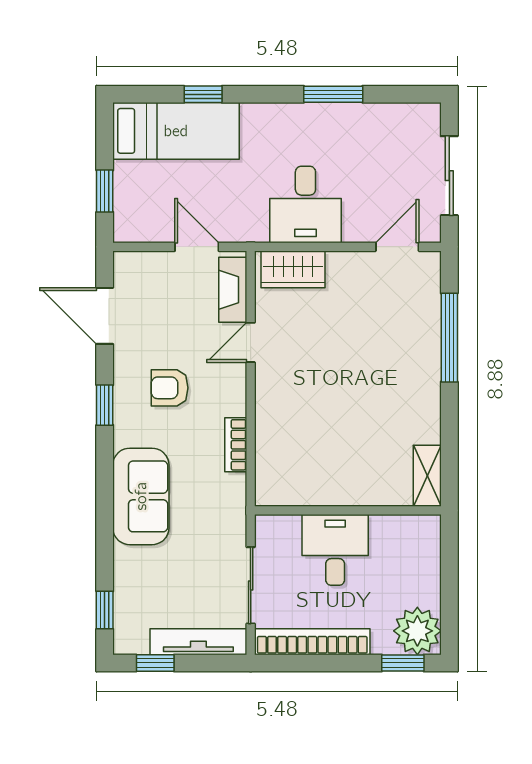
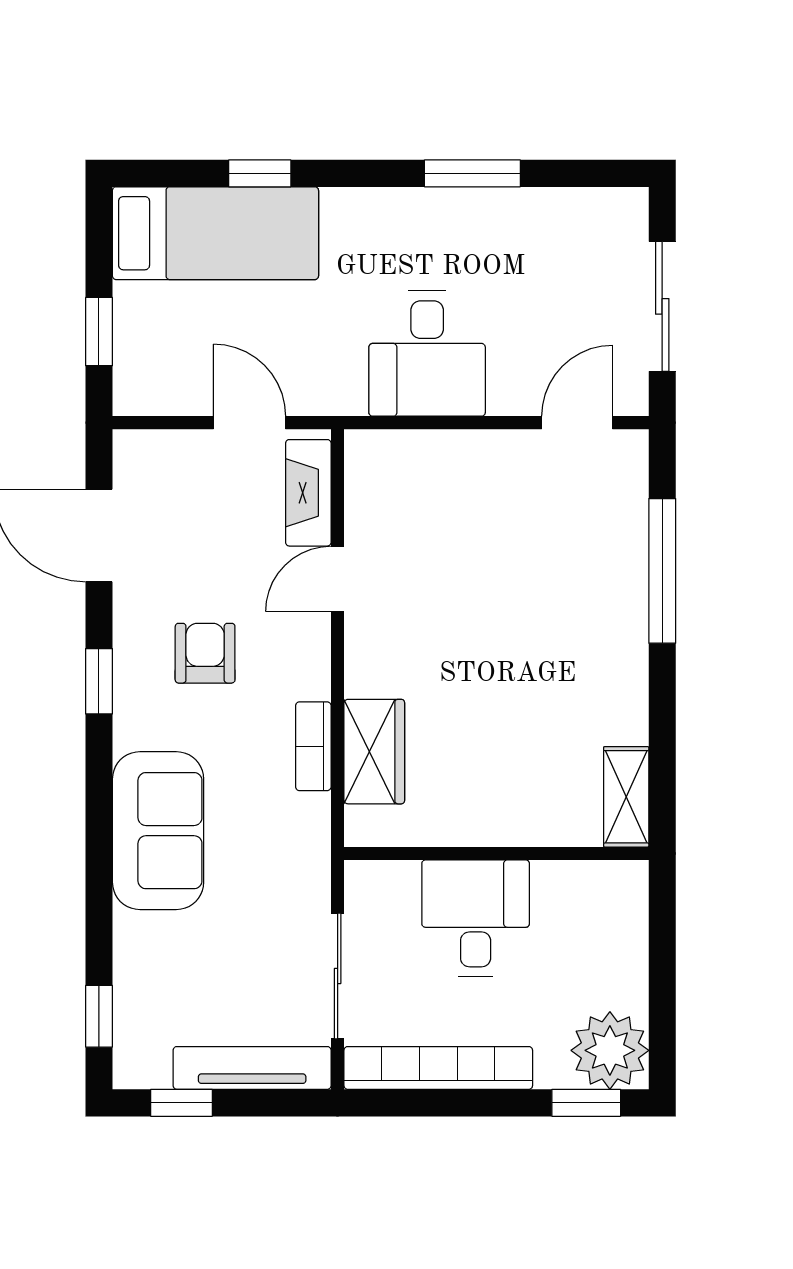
wardrobe: (293, 269) -> (374, 752), moved, turned -90
armchair: (170, 388) -> (205, 653), turned 90

